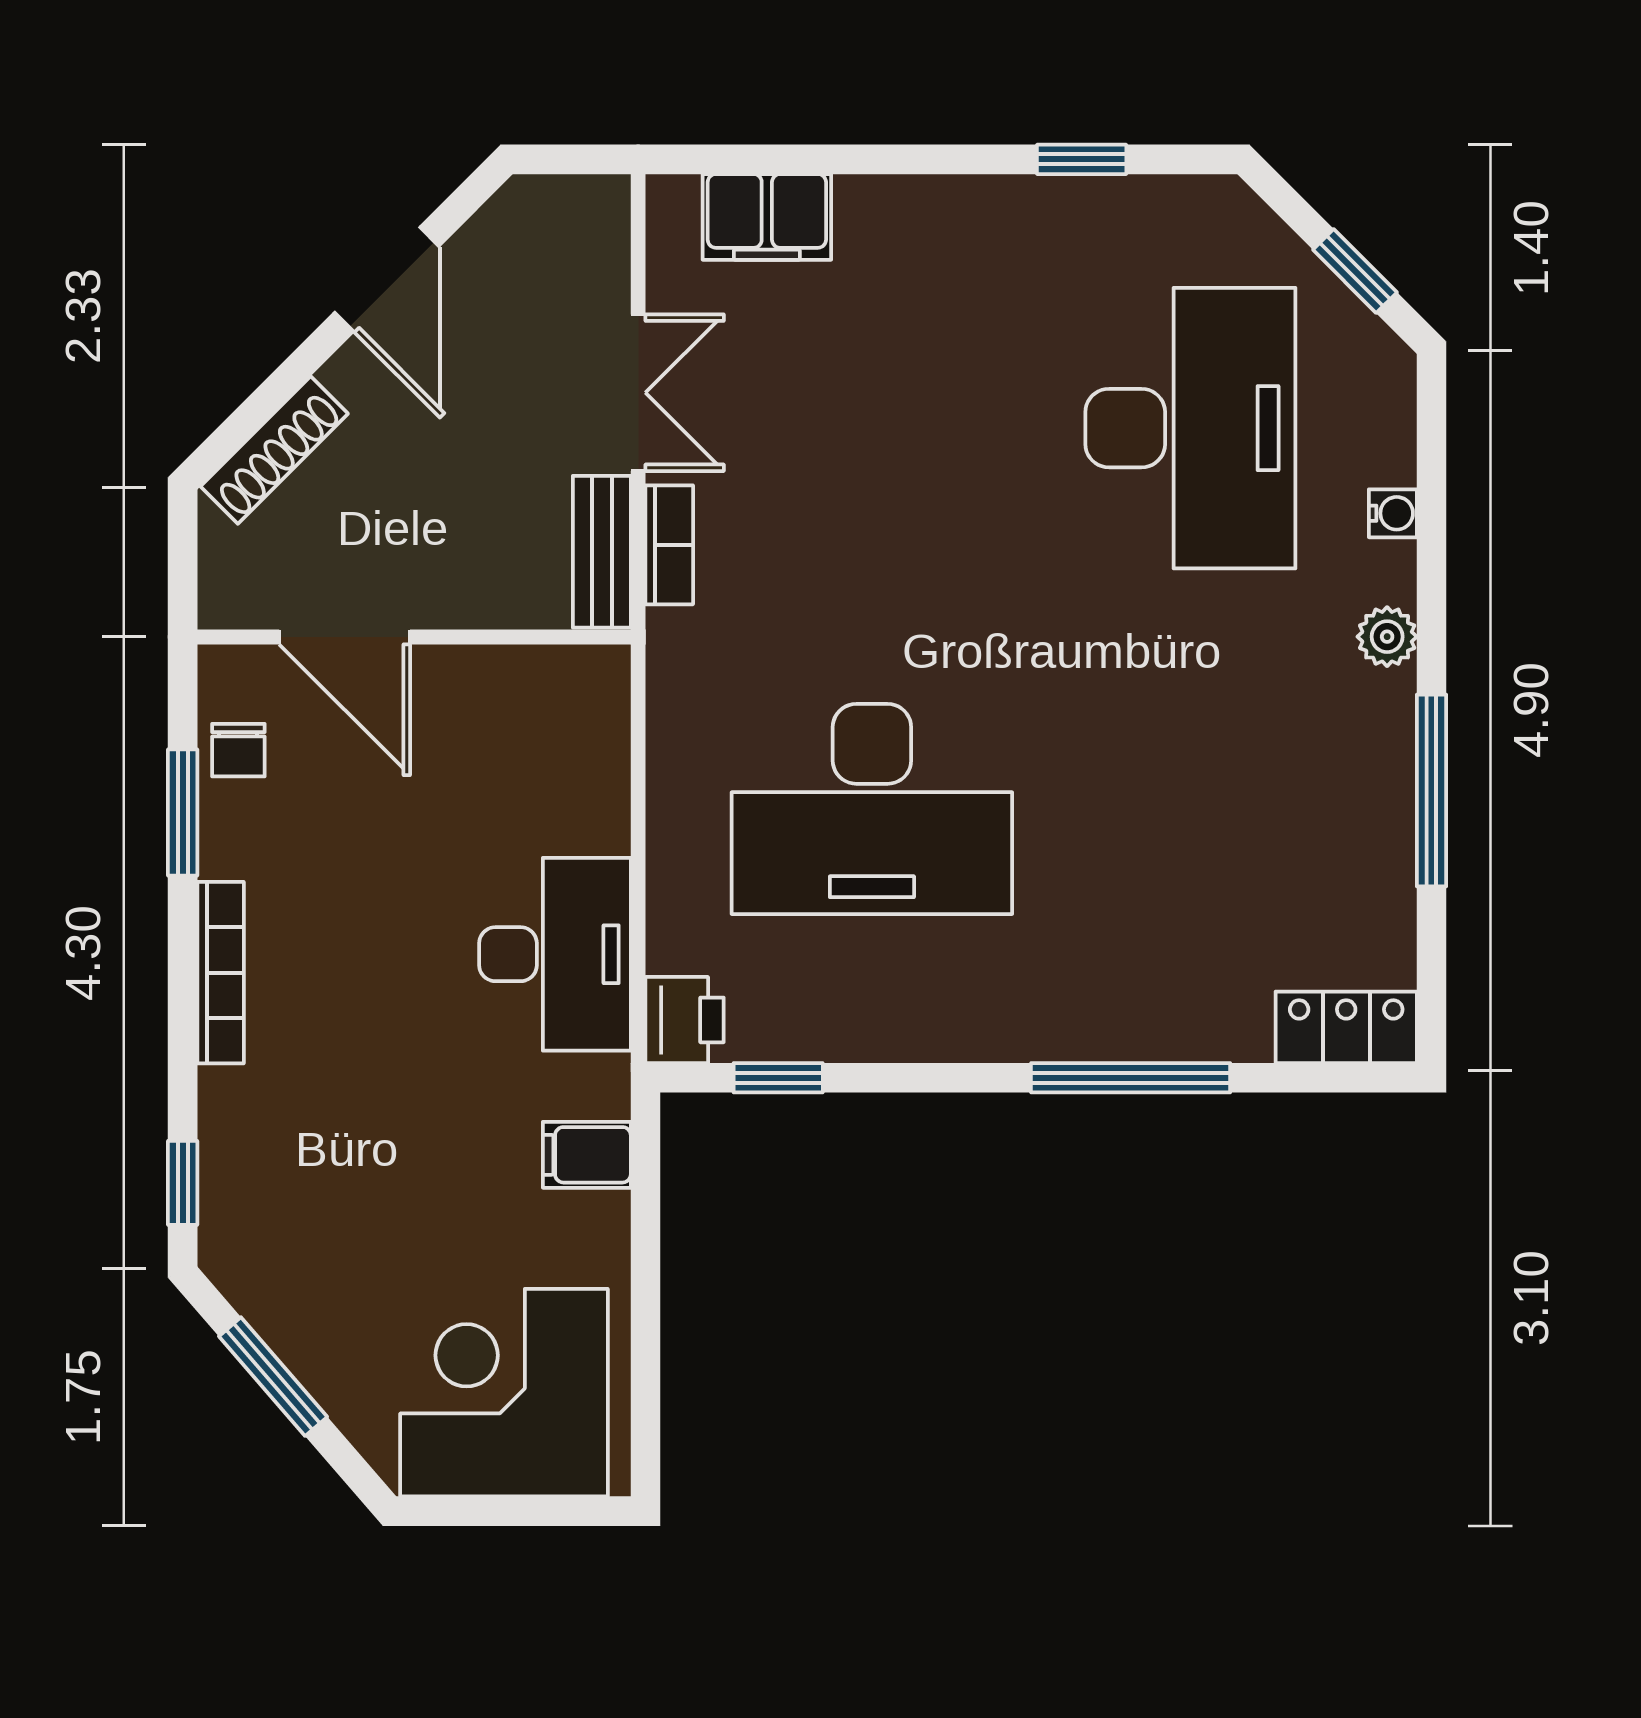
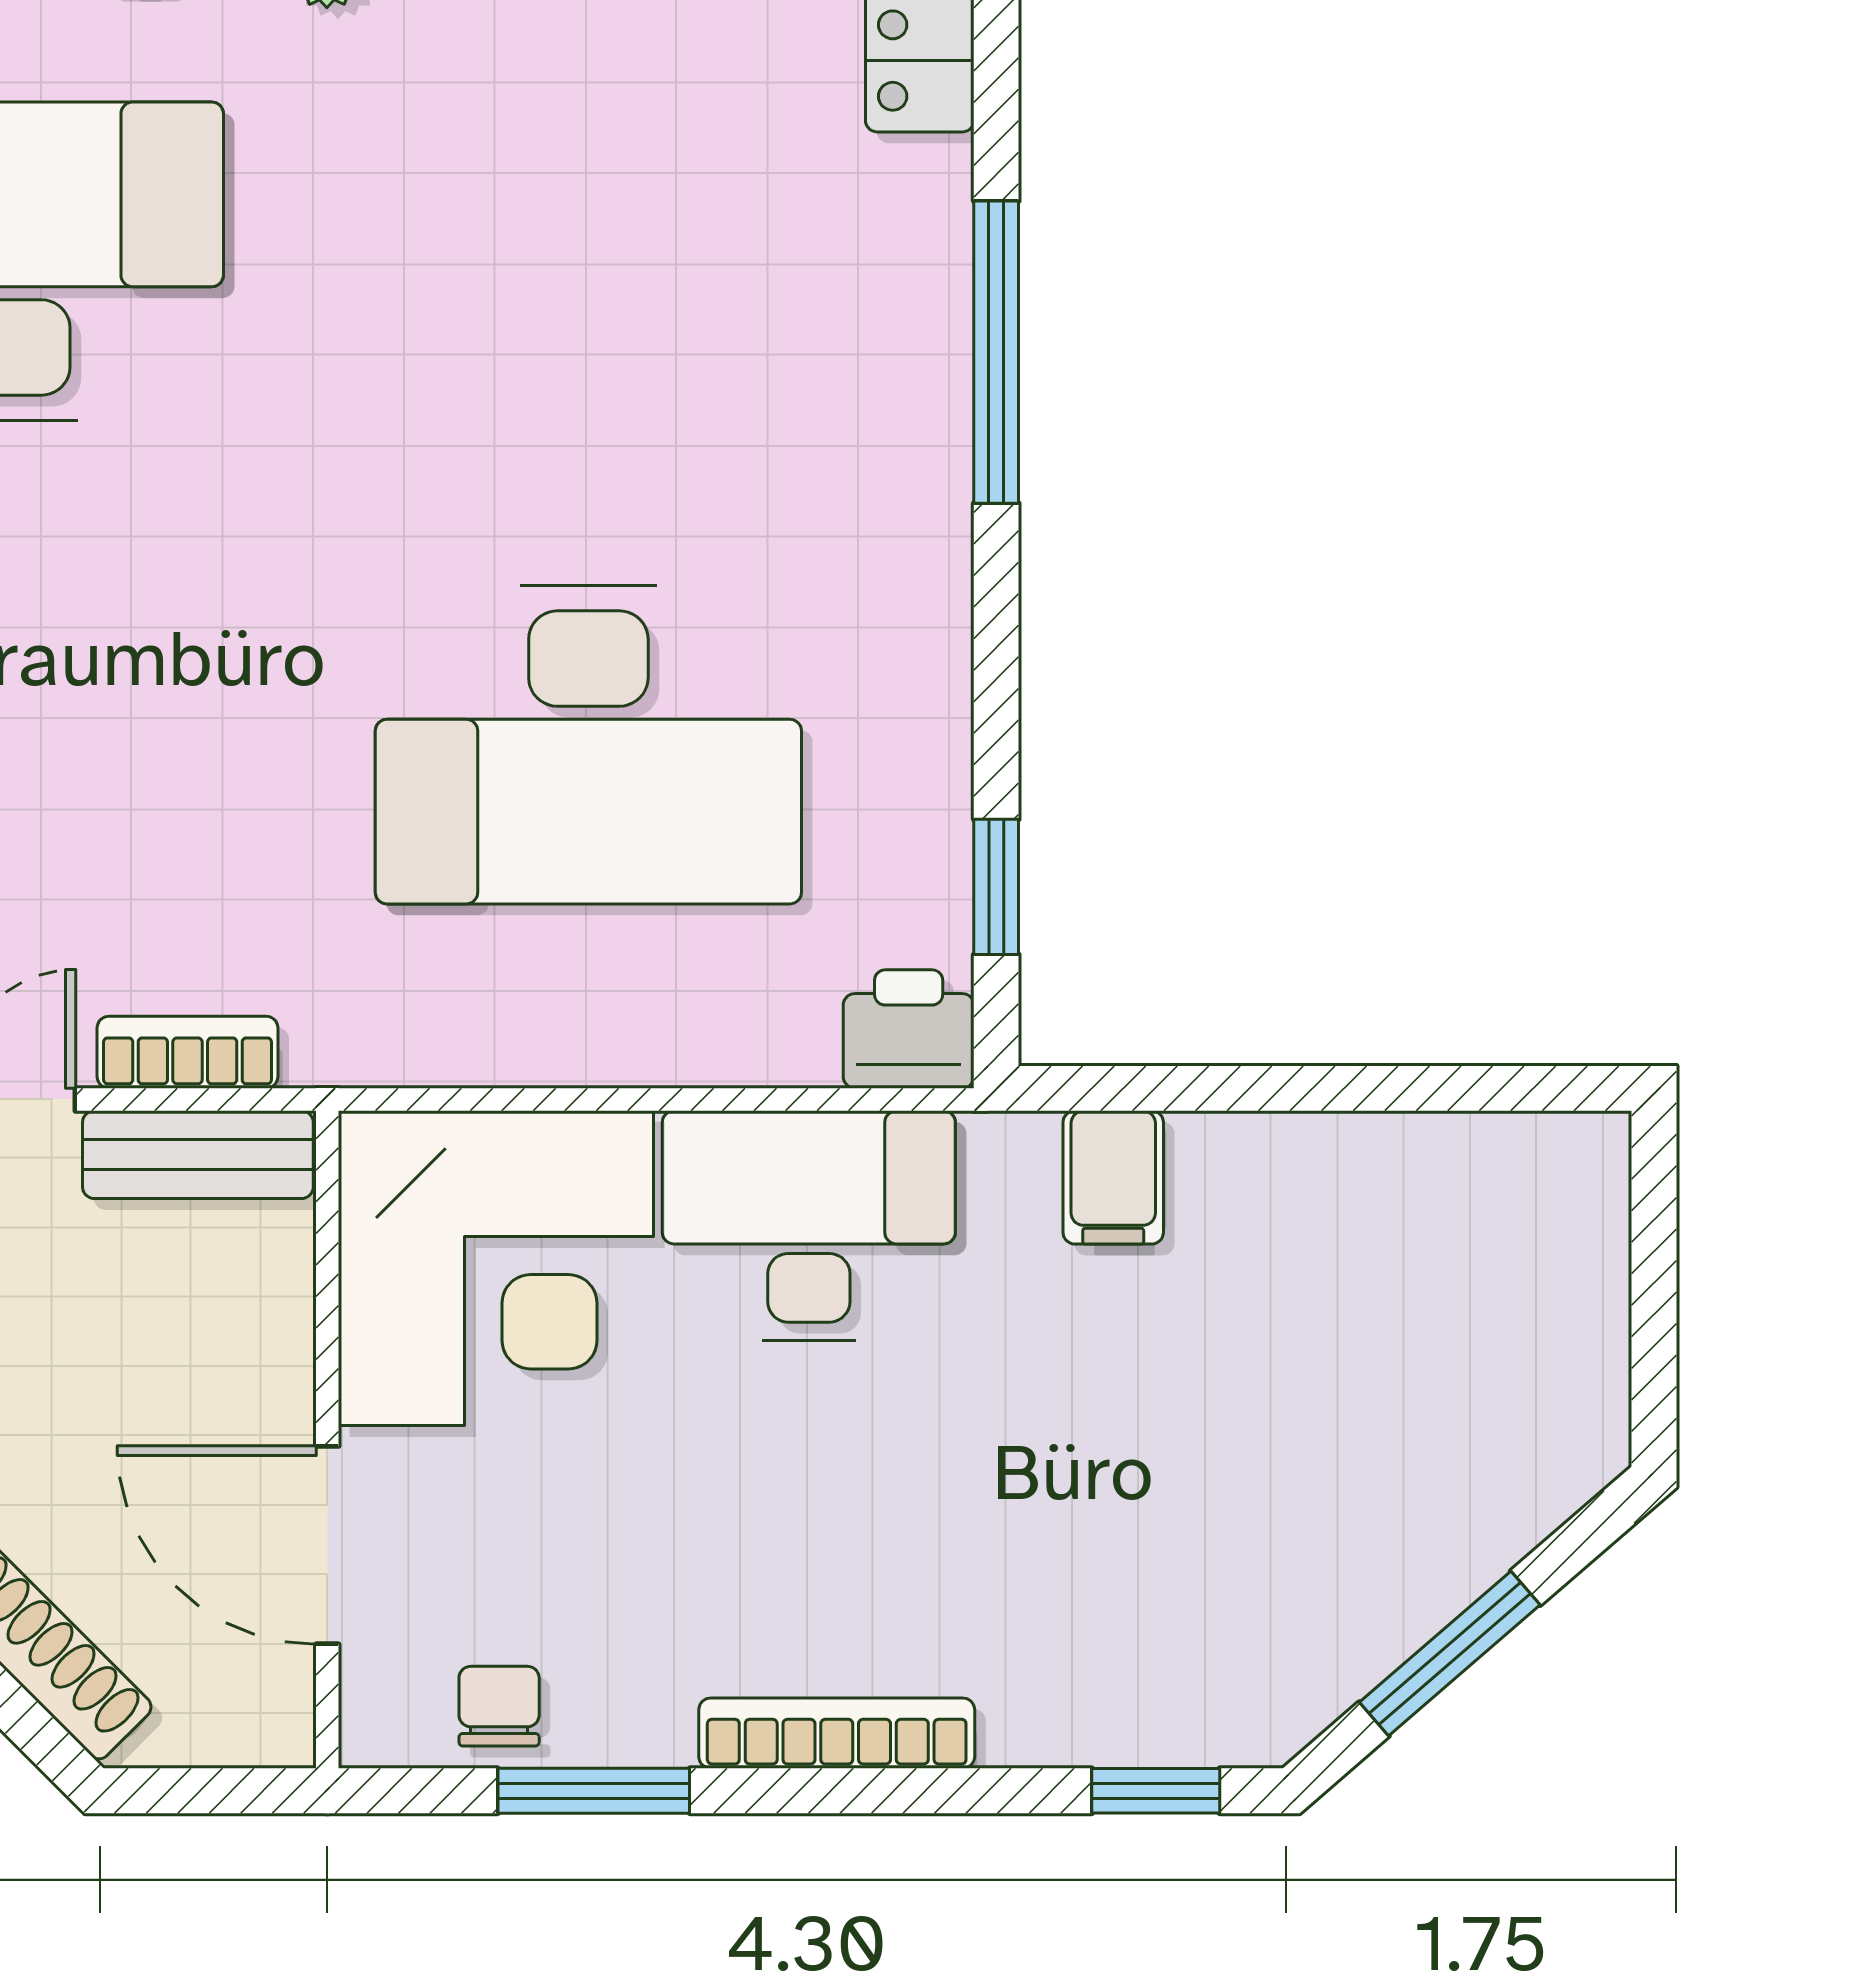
door: (345, 637) -> (327, 1545), swing flipped
chair: (238, 750) -> (499, 1706), turned -90
desk: (872, 809) -> (588, 745), turned 90
corner desk: (504, 1393) -> (496, 1268), moved, turned -90

